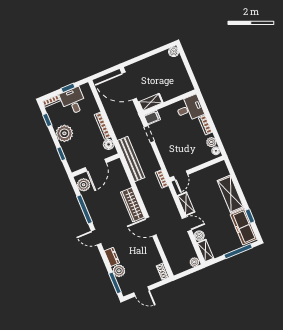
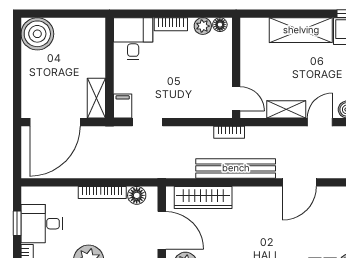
boiler: (174, 52) -> (37, 34), width x1.86, depth x1.86
bench: (131, 159) -> (236, 168), moved
wardrobe: (132, 205) -> (203, 197), moved

